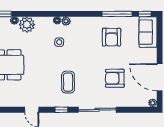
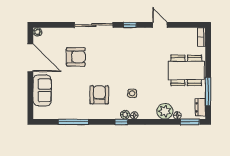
window: (145, 14) -> (121, 122), moved
sofa: (148, 32) -> (42, 90), moved
armchair: (112, 37) -> (99, 95), moved
coffee table: (68, 82) -> (123, 53), removed

